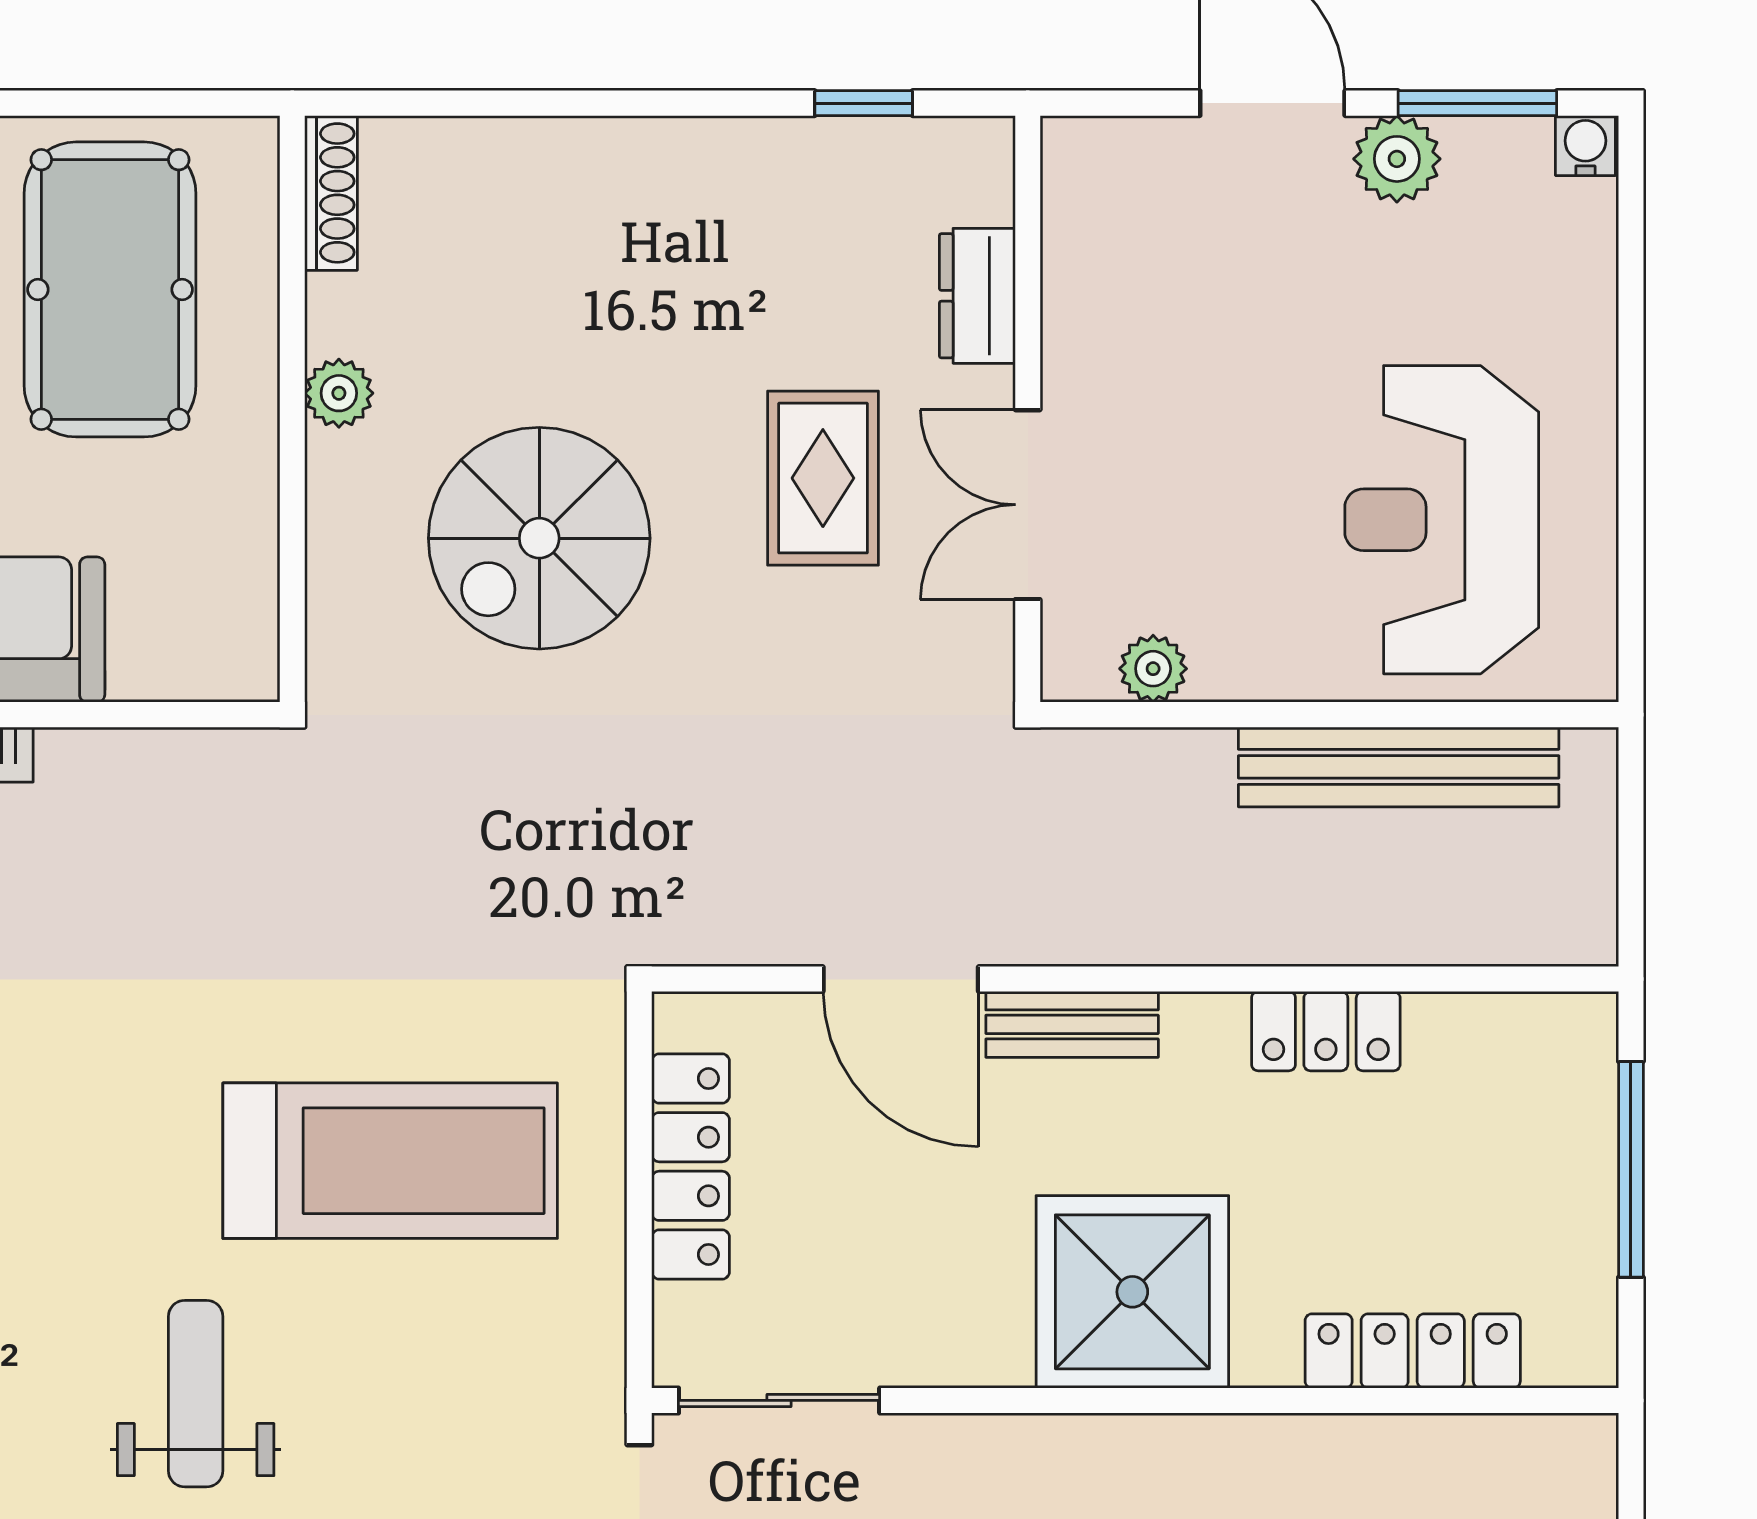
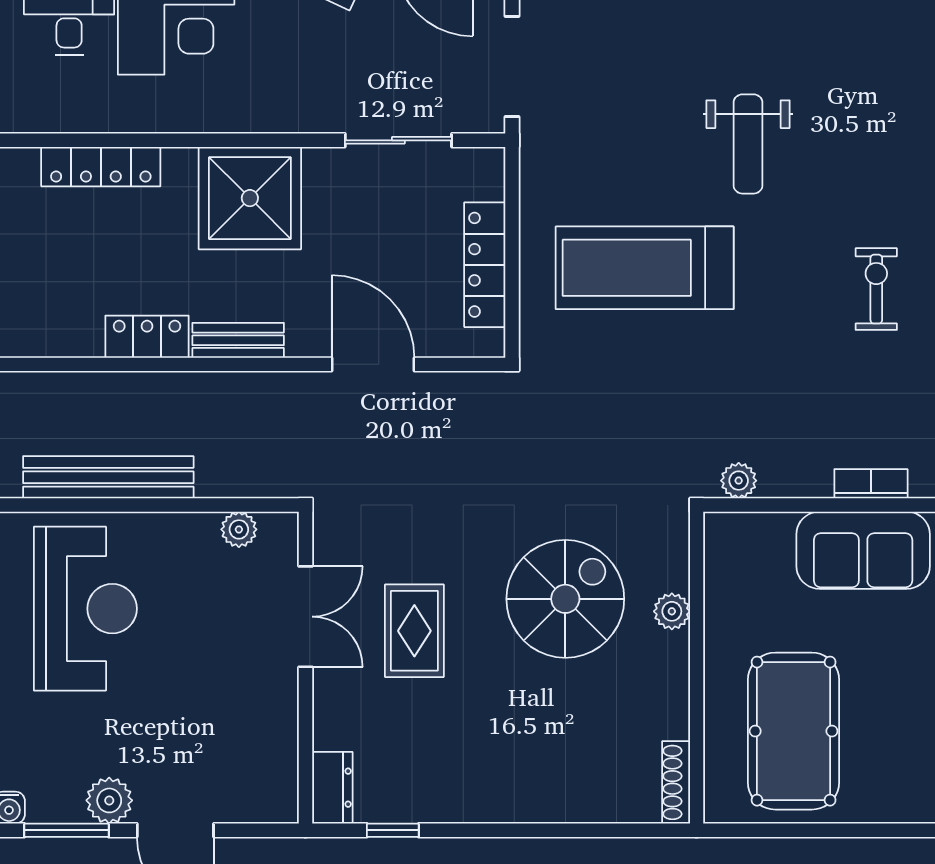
dresser: (977, 296) -> (332, 788), moved
plant: (339, 393) -> (672, 611), moved
plant: (213, 761) -> (739, 481), added
bench: (1072, 1024) -> (238, 340), moved
sliding door: (779, 1400) -> (398, 140), moved

